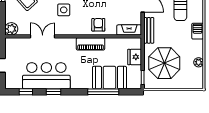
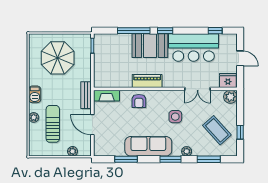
fridge: (135, 57) -> (228, 81), moved, turned -90
plant: (199, 62) -> (34, 117), moved
parasol: (164, 63) -> (58, 58), moved
booth: (109, 78) -> (150, 46), moved
window: (54, 92) -> (165, 31), moved

